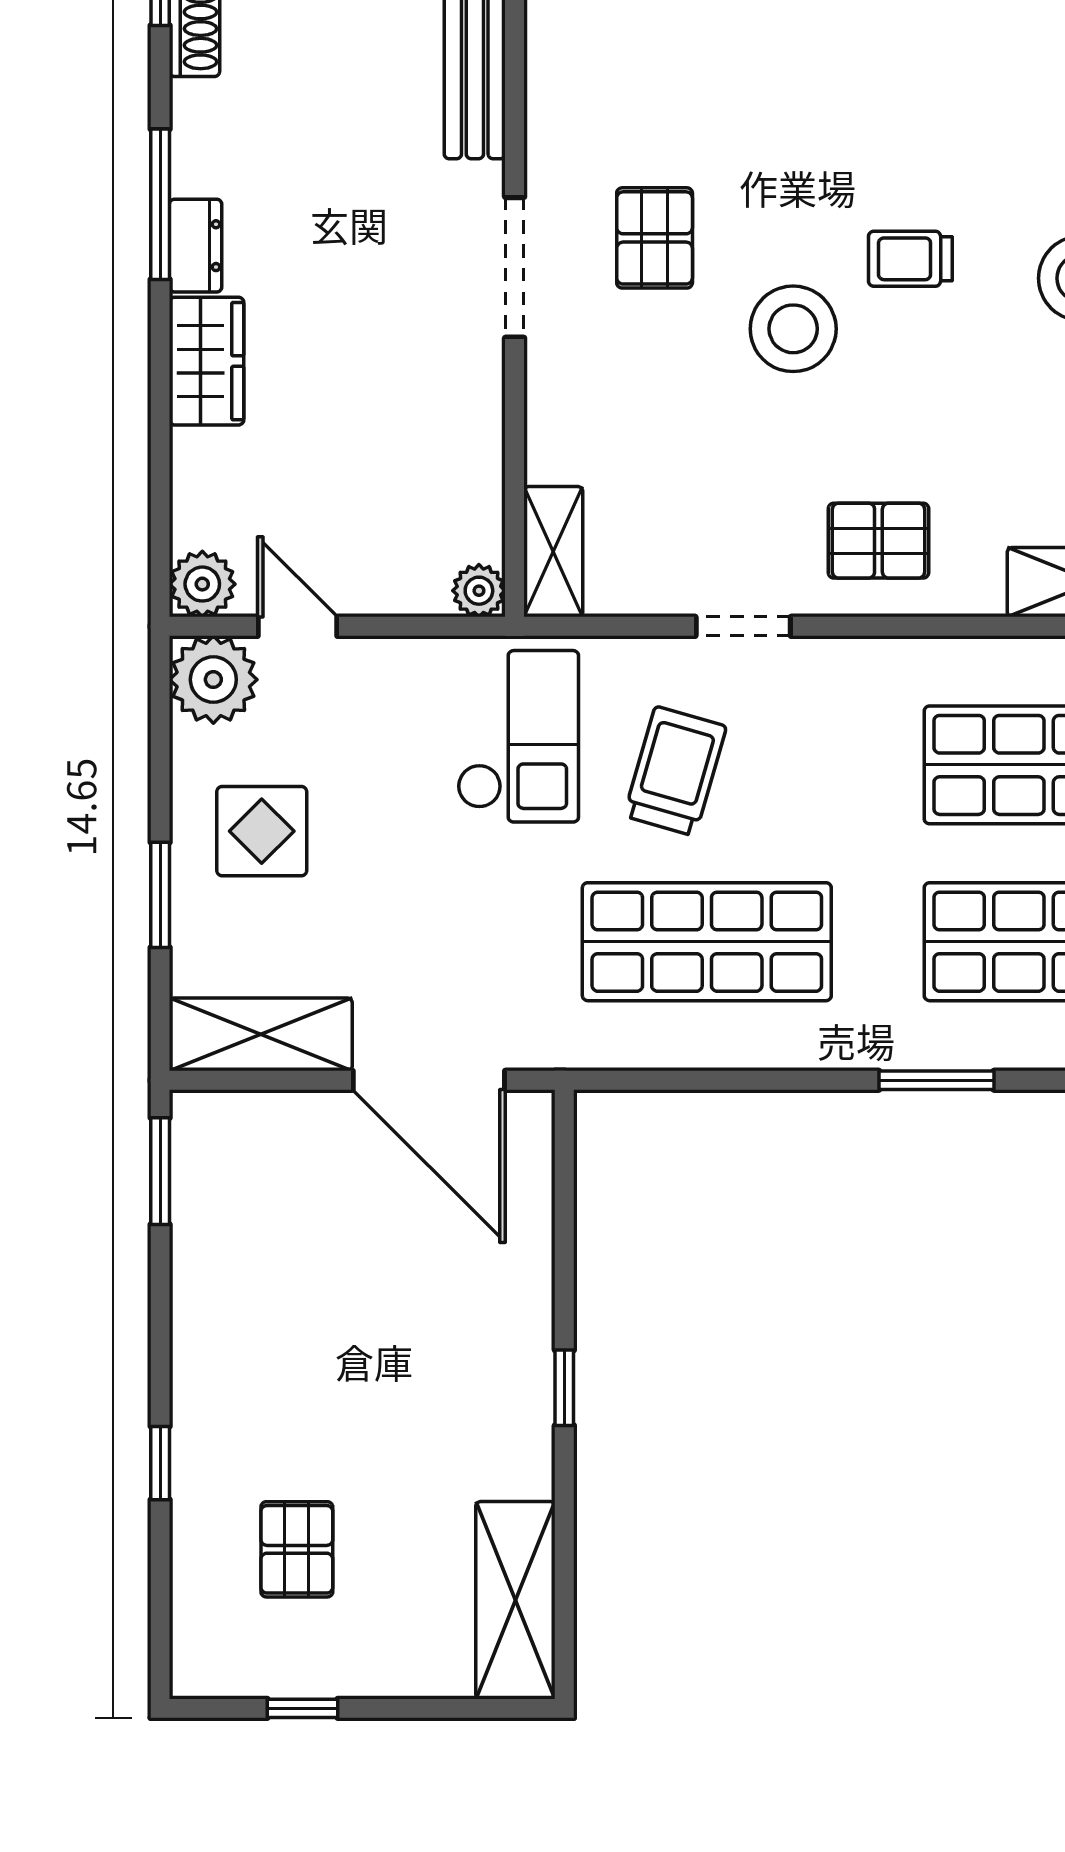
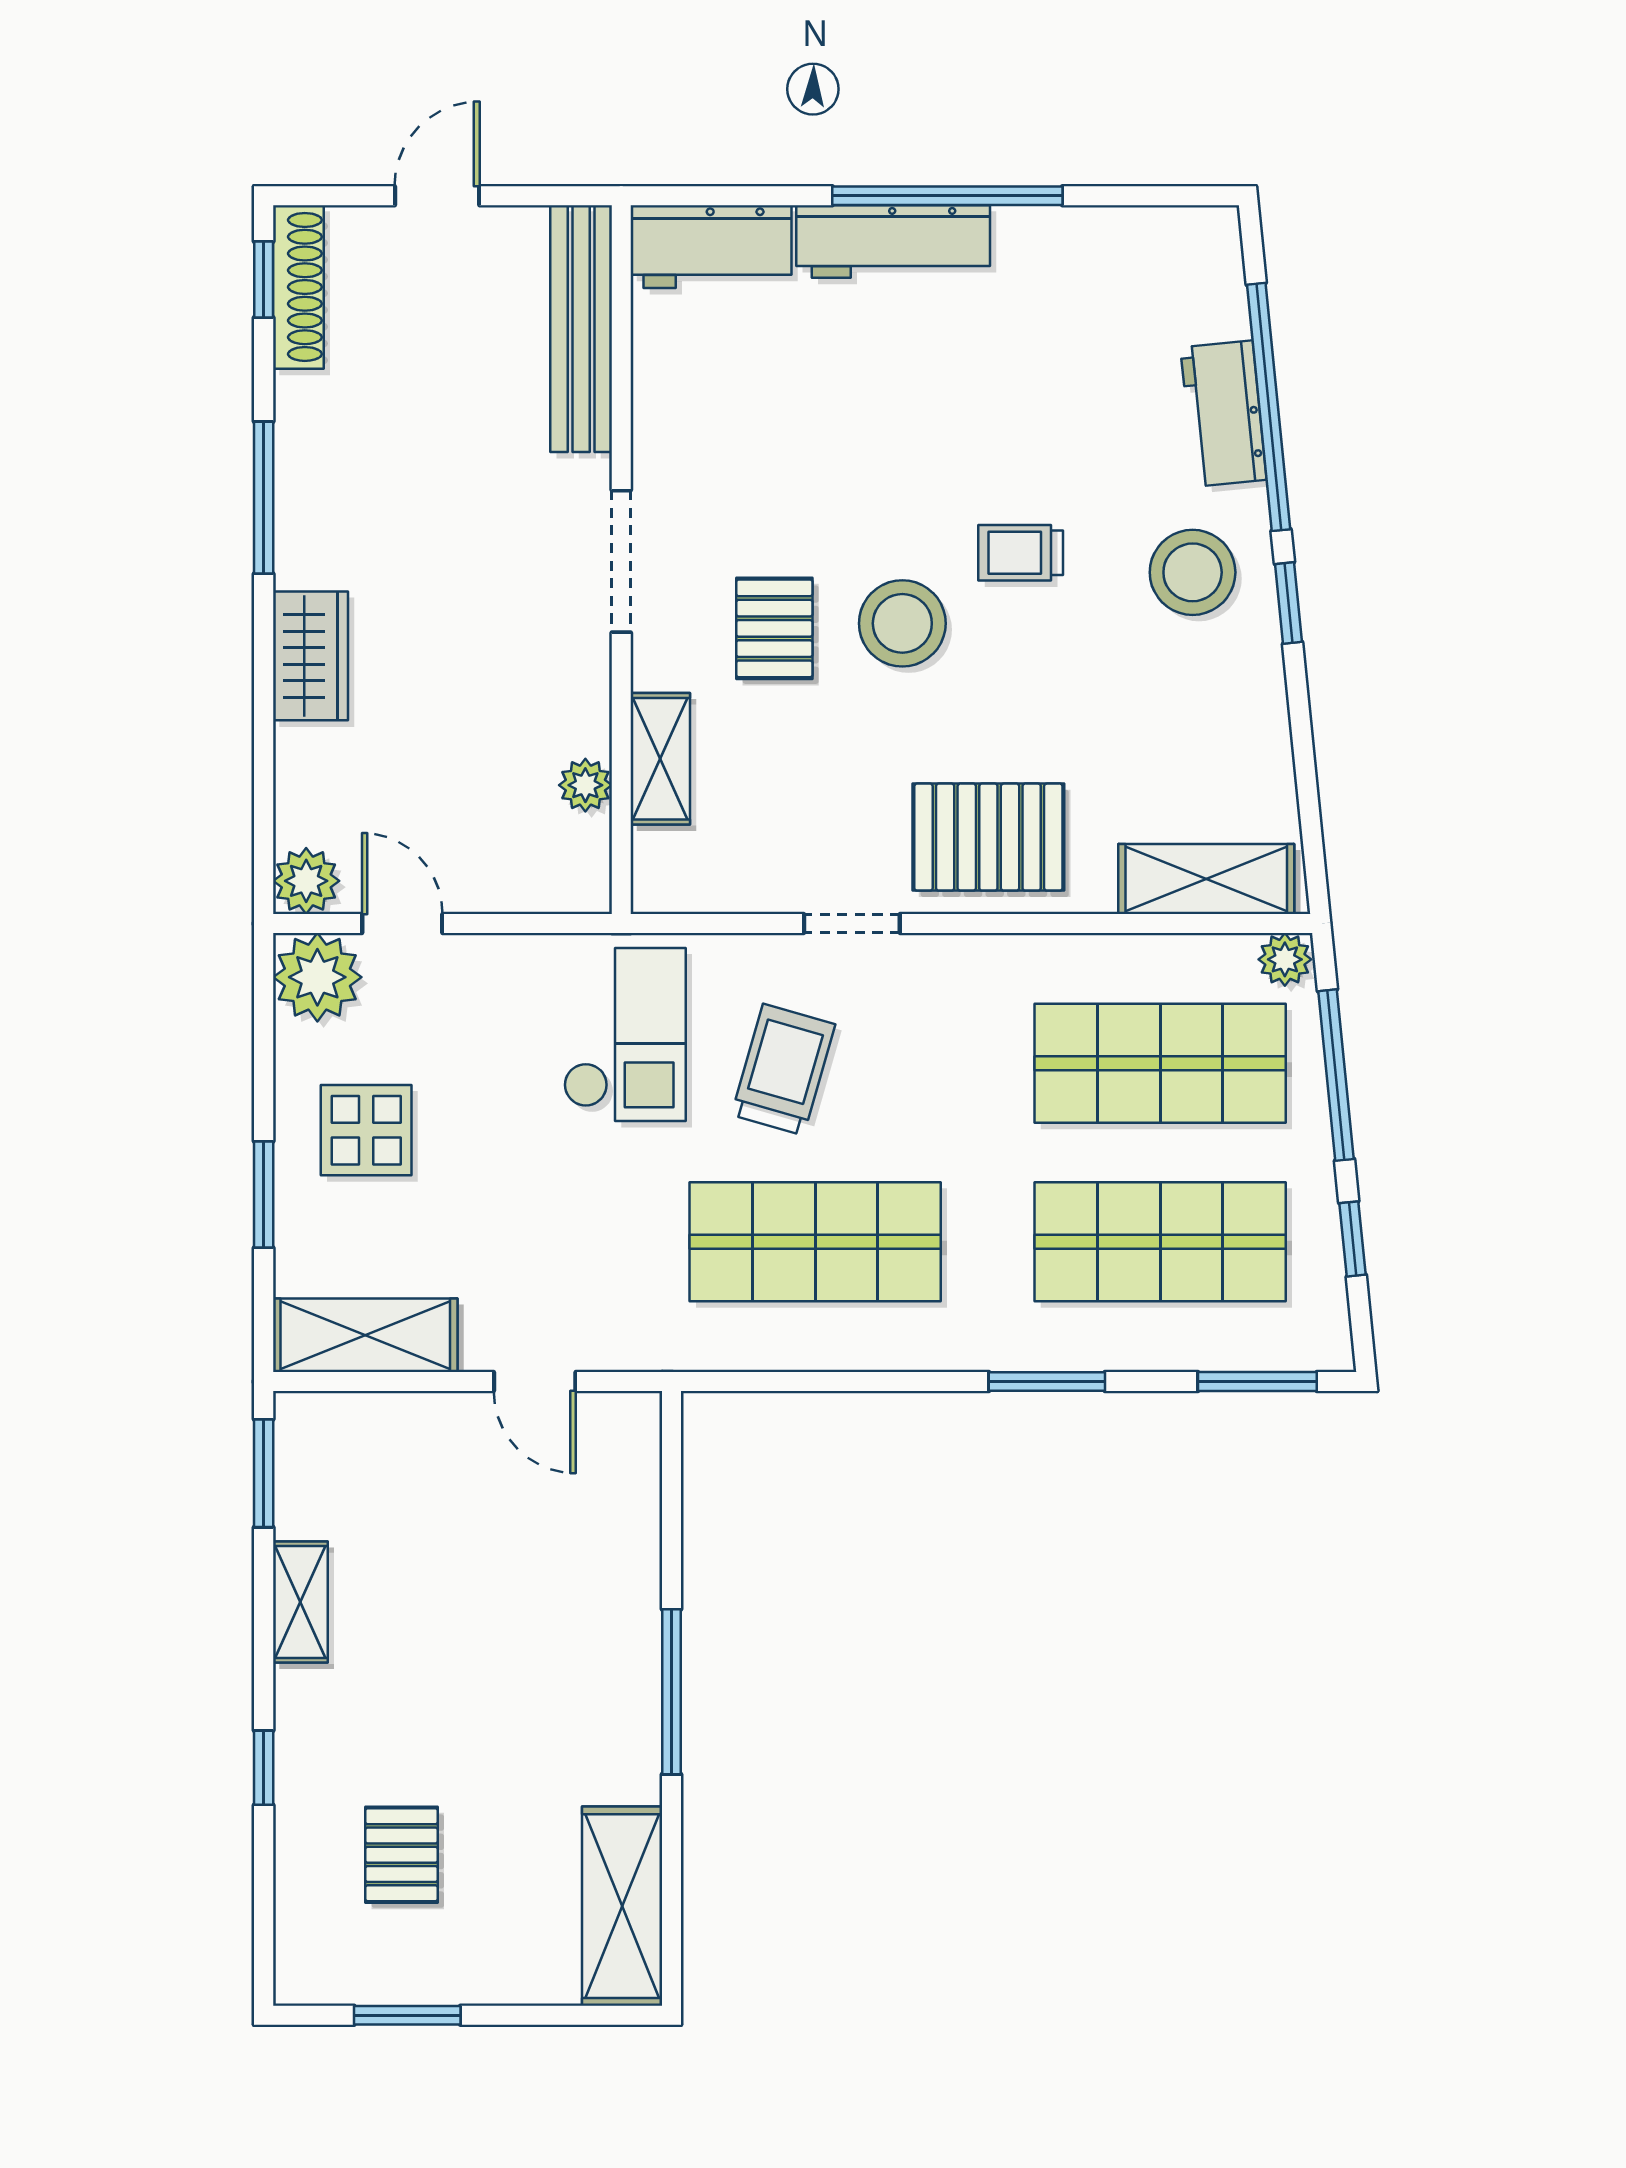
pallet: (655, 238) -> (774, 628), moved
dresser: (196, 246) -> (299, 539), removed
pallet: (878, 541) -> (988, 837), width x1.50, depth x1.42
shelving: (553, 552) -> (660, 759), moved
plant: (479, 591) -> (585, 785), moved
door: (429, 1080) -> (535, 1382), width x0.53
shelving: (196, 1299) -> (300, 1602), added
window: (564, 1388) -> (671, 1692), width x2.17
window: (303, 1708) -> (407, 2015), width x1.50

